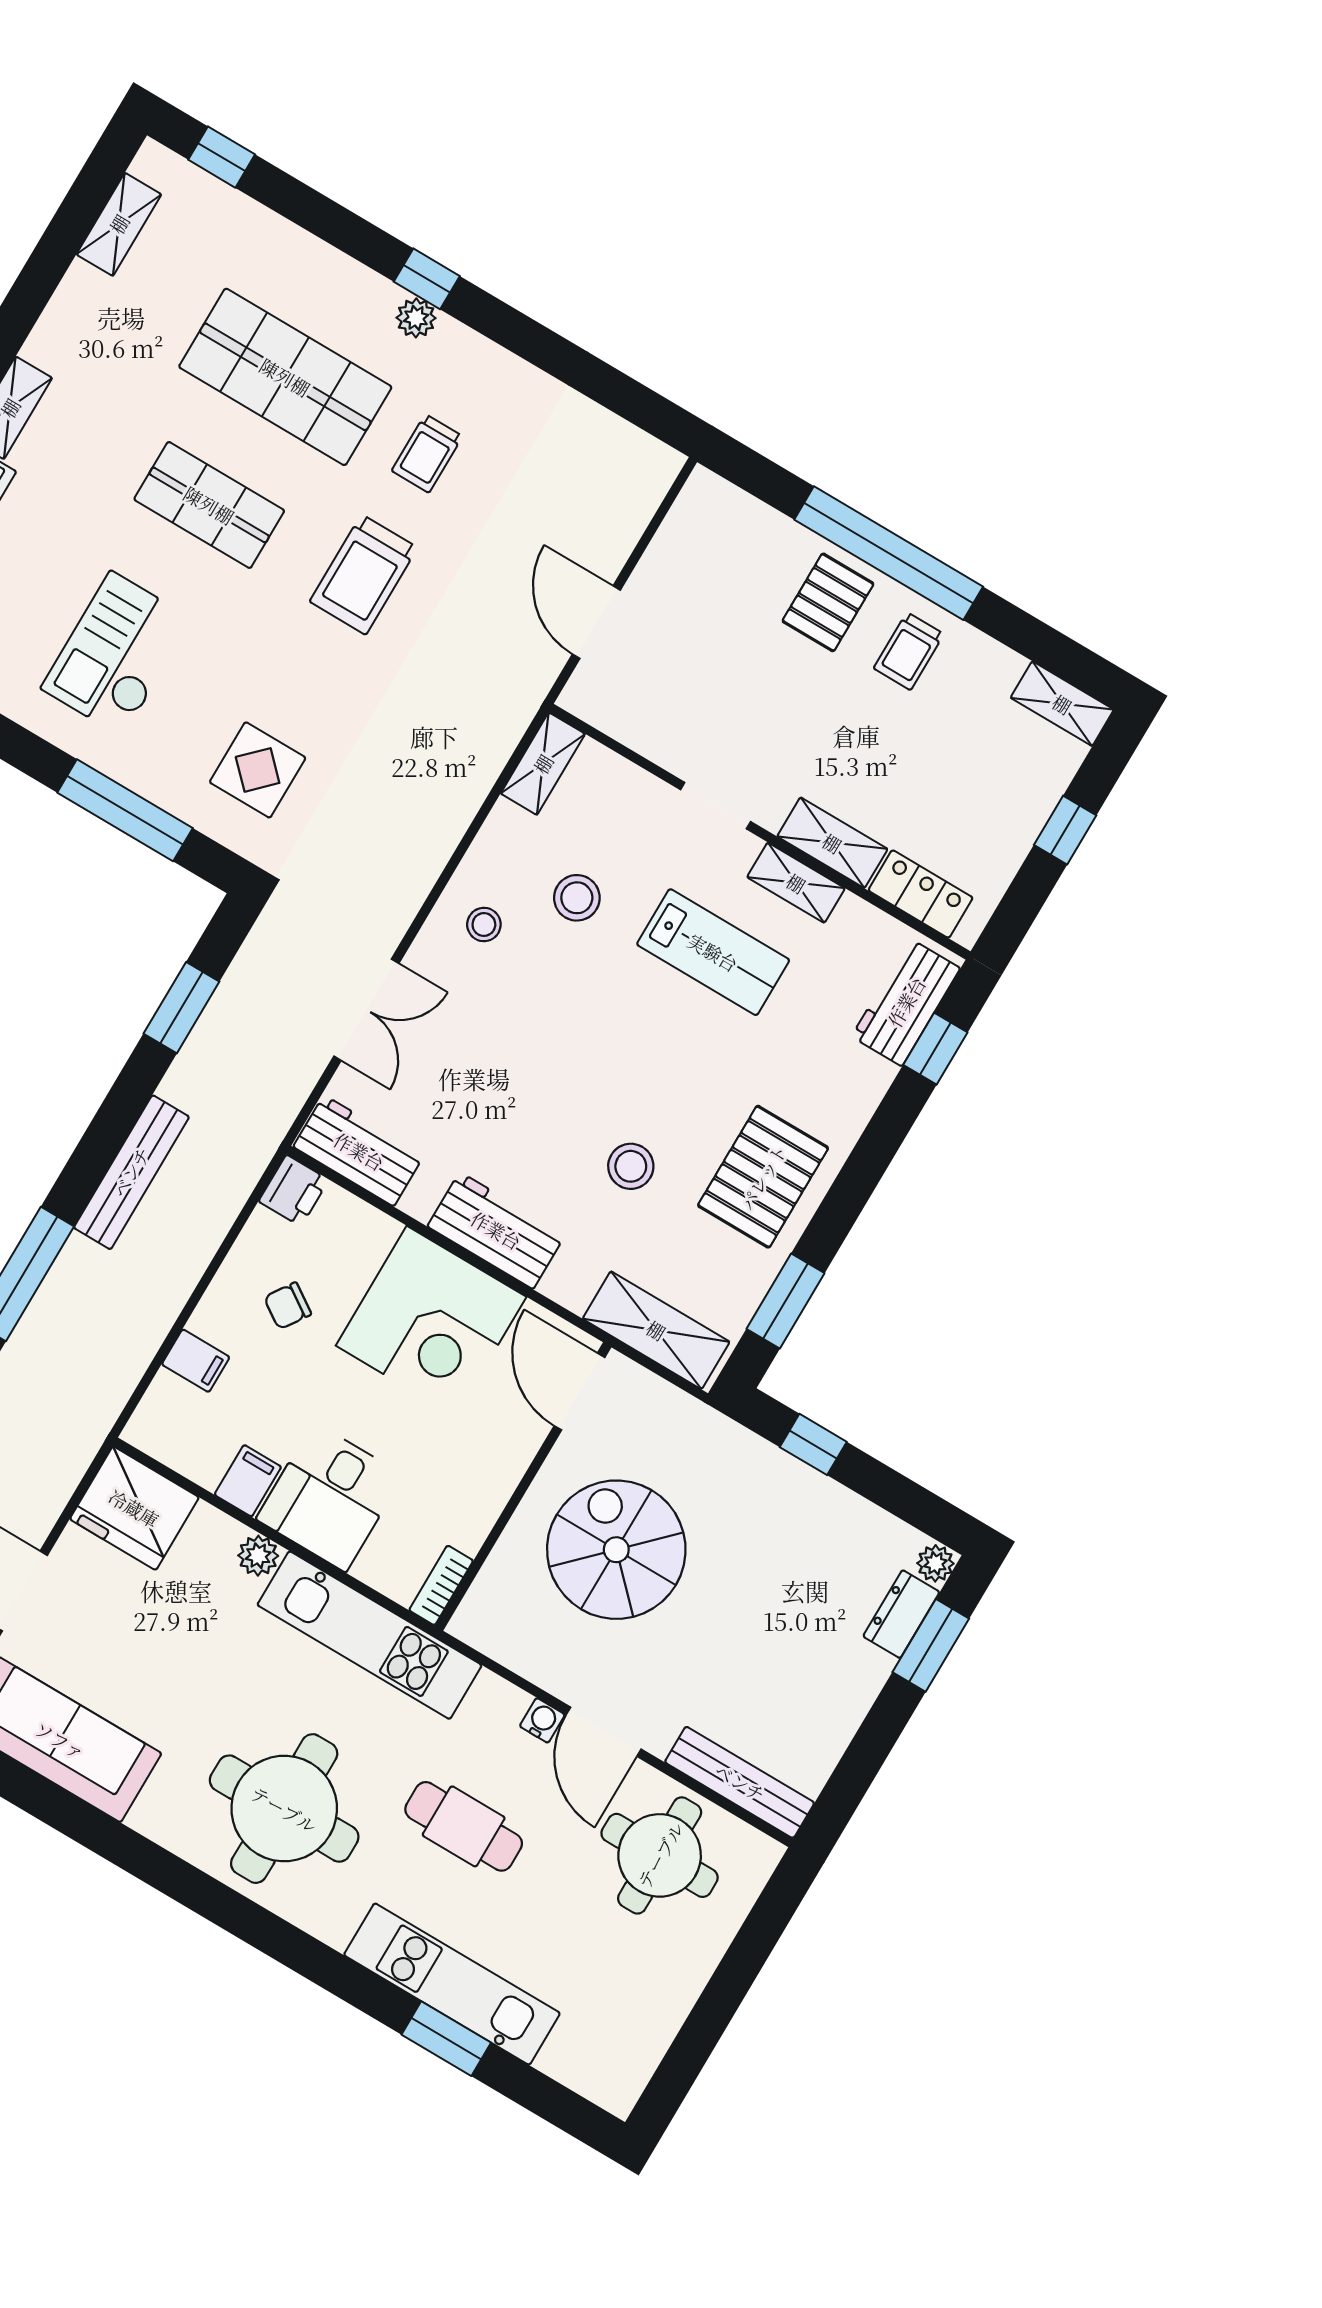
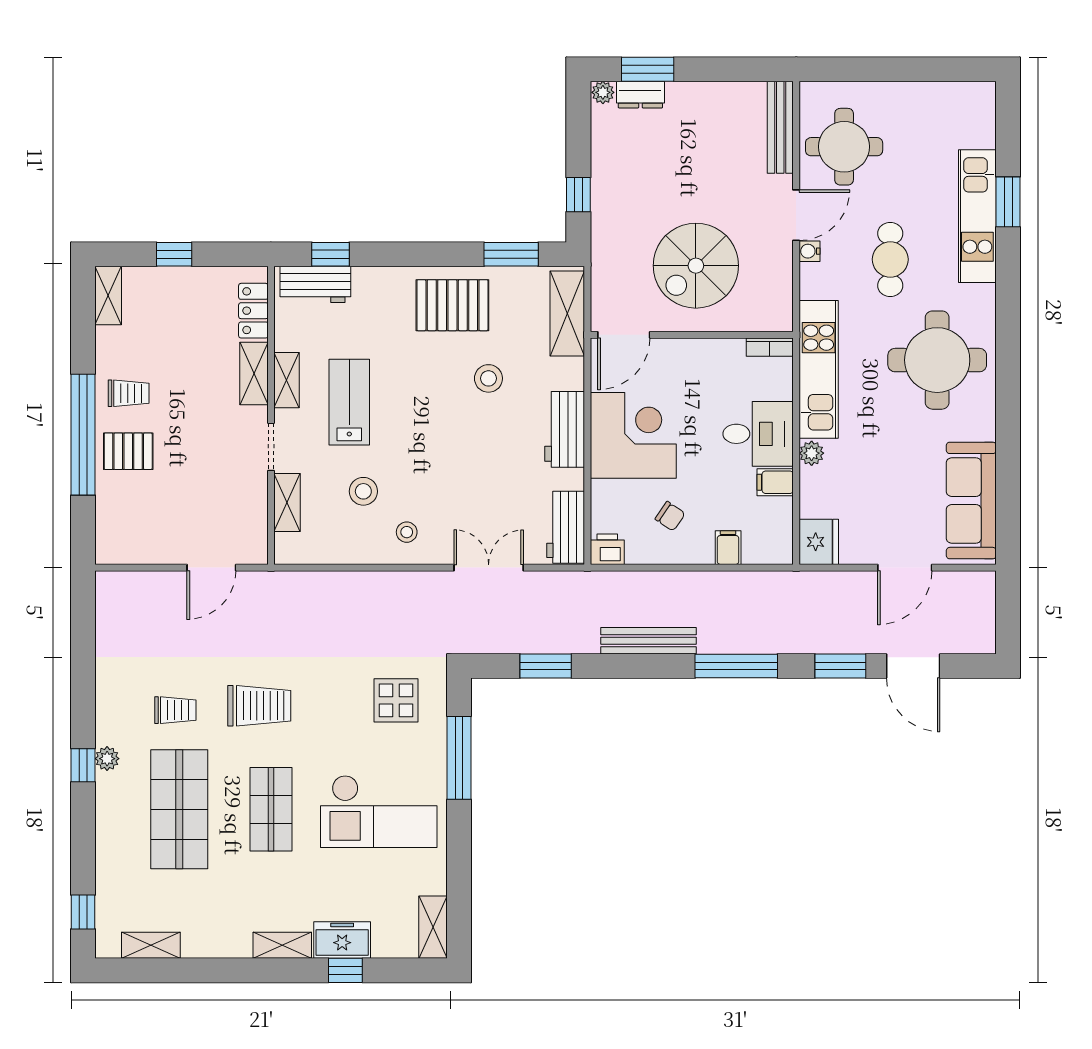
checkout: (117, 654) -> (379, 811), width x1.36, depth x1.21
shelving: (543, 764) -> (287, 502), moved, turned 90
fridge: (134, 1508) -> (819, 542), width x0.73, depth x0.75

